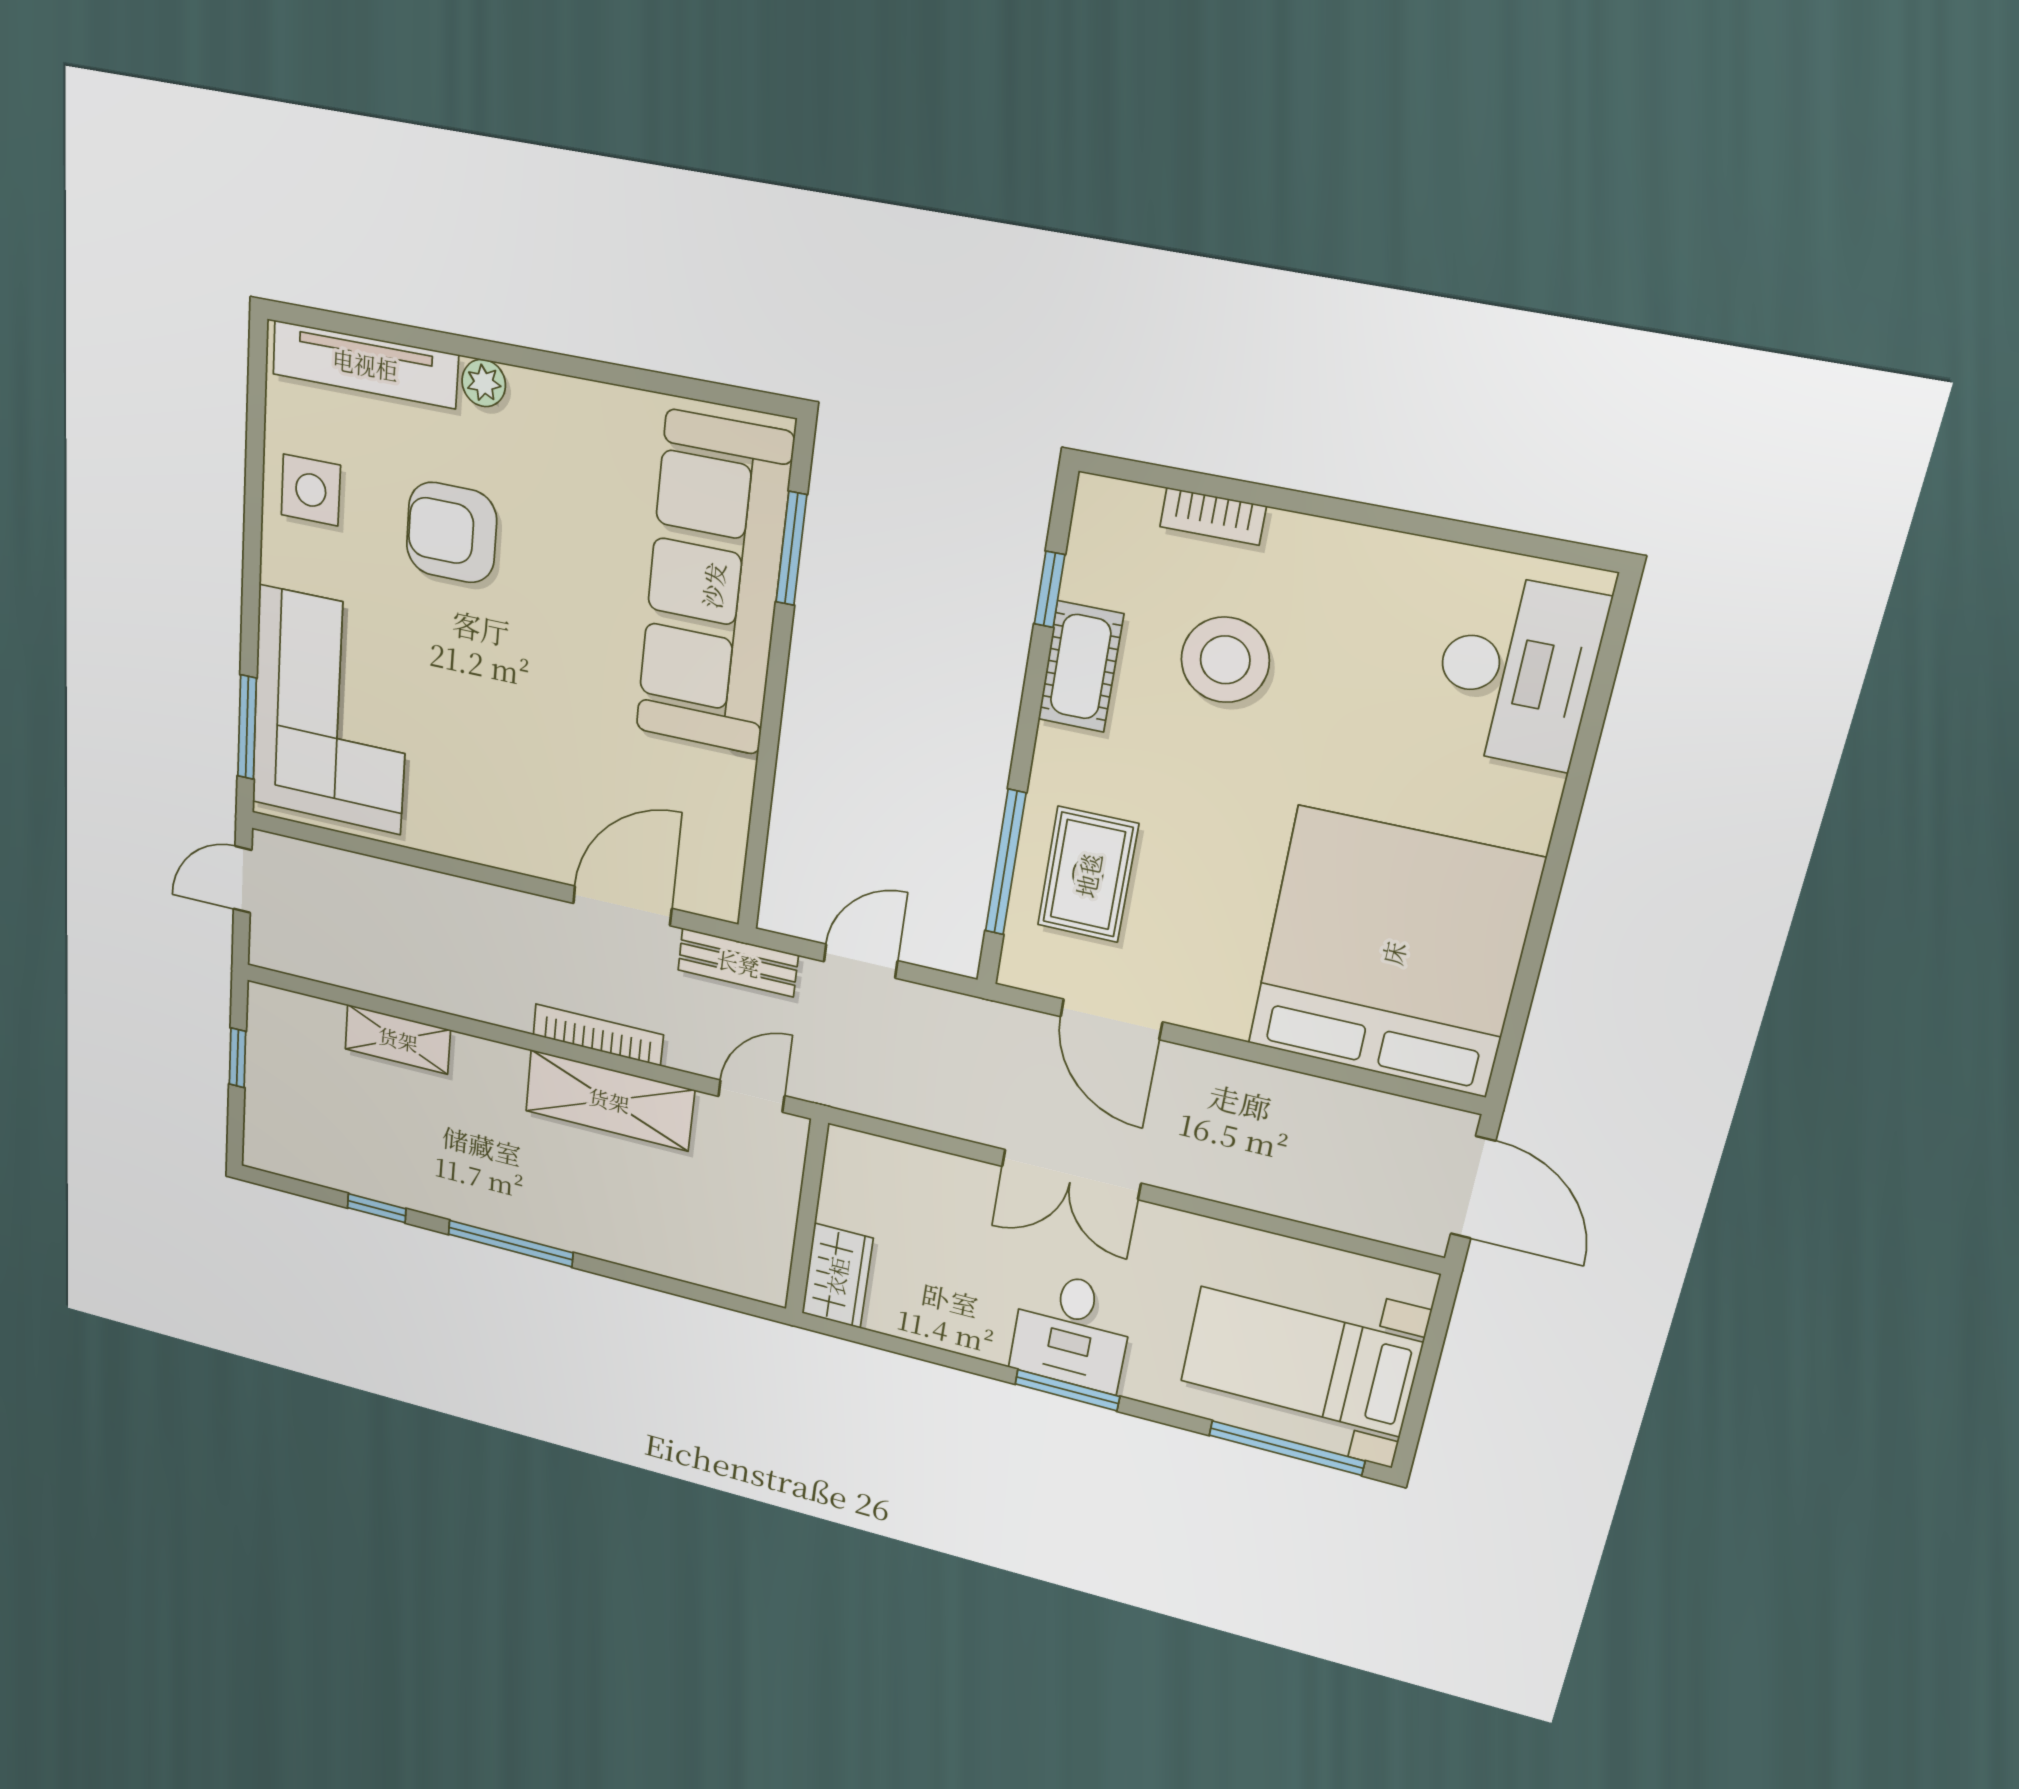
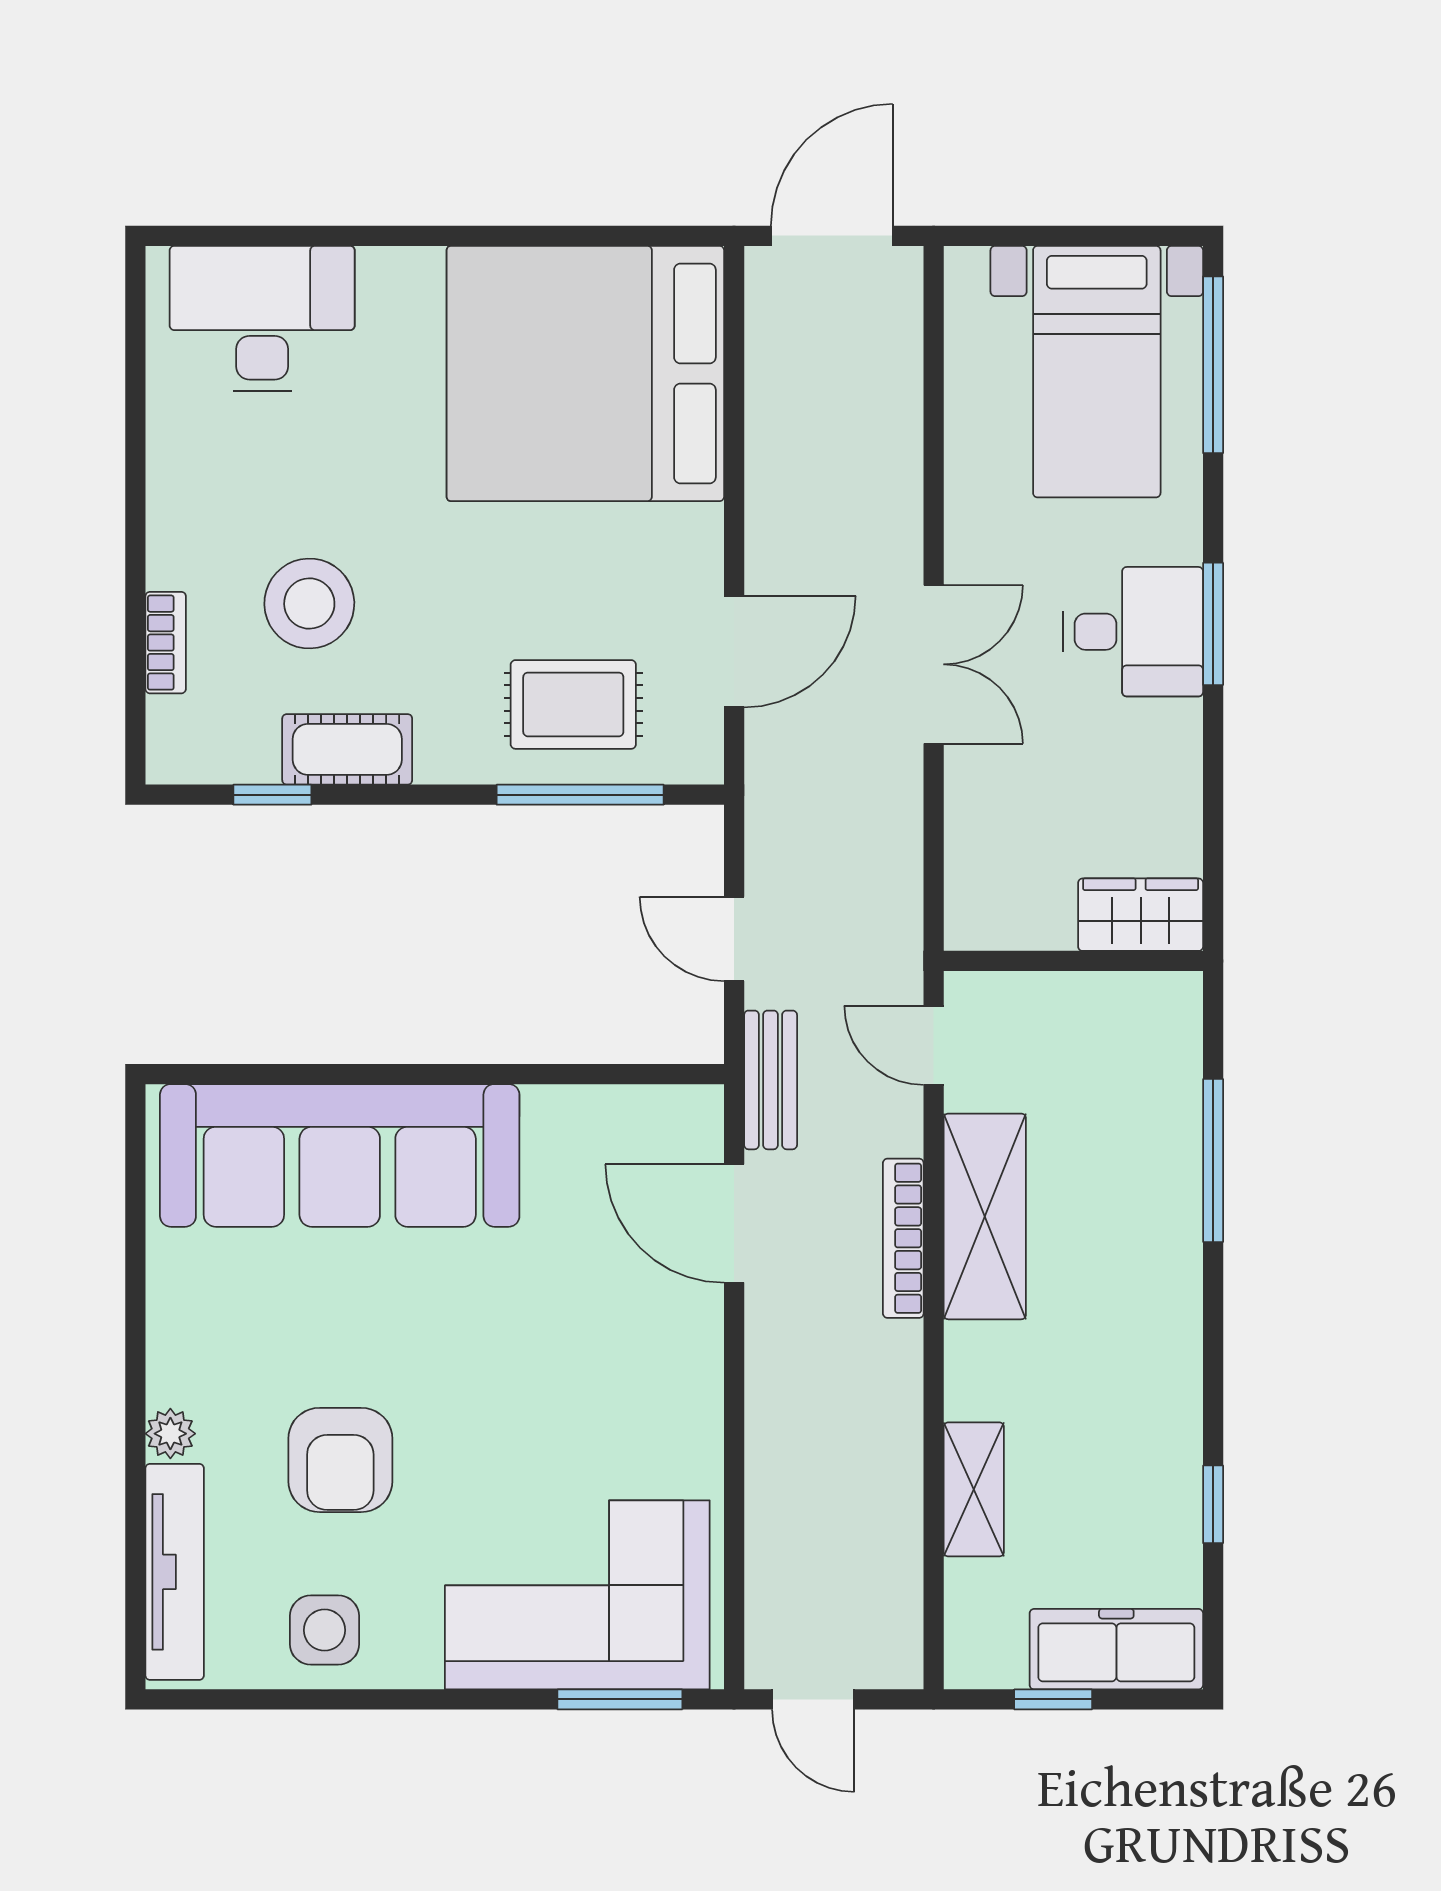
window: (791, 549) -> (283, 1074), removed
freezer: (273, 1112) -> (1116, 1649), added
window: (511, 1243) -> (1213, 1161), moved

